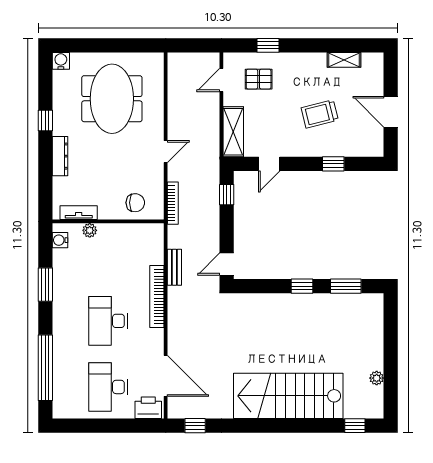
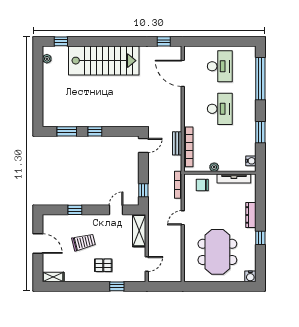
shelving: (344, 60) -> (53, 277), moved
pallet: (259, 79) -> (103, 265), moved
tv unit: (79, 213) -> (234, 179), width x1.41
plant: (90, 230) -> (214, 167), moved
bookcase: (157, 297) -> (188, 147), moved
plant: (377, 378) -> (47, 59), moved
printer: (148, 408) -> (194, 53), removed

